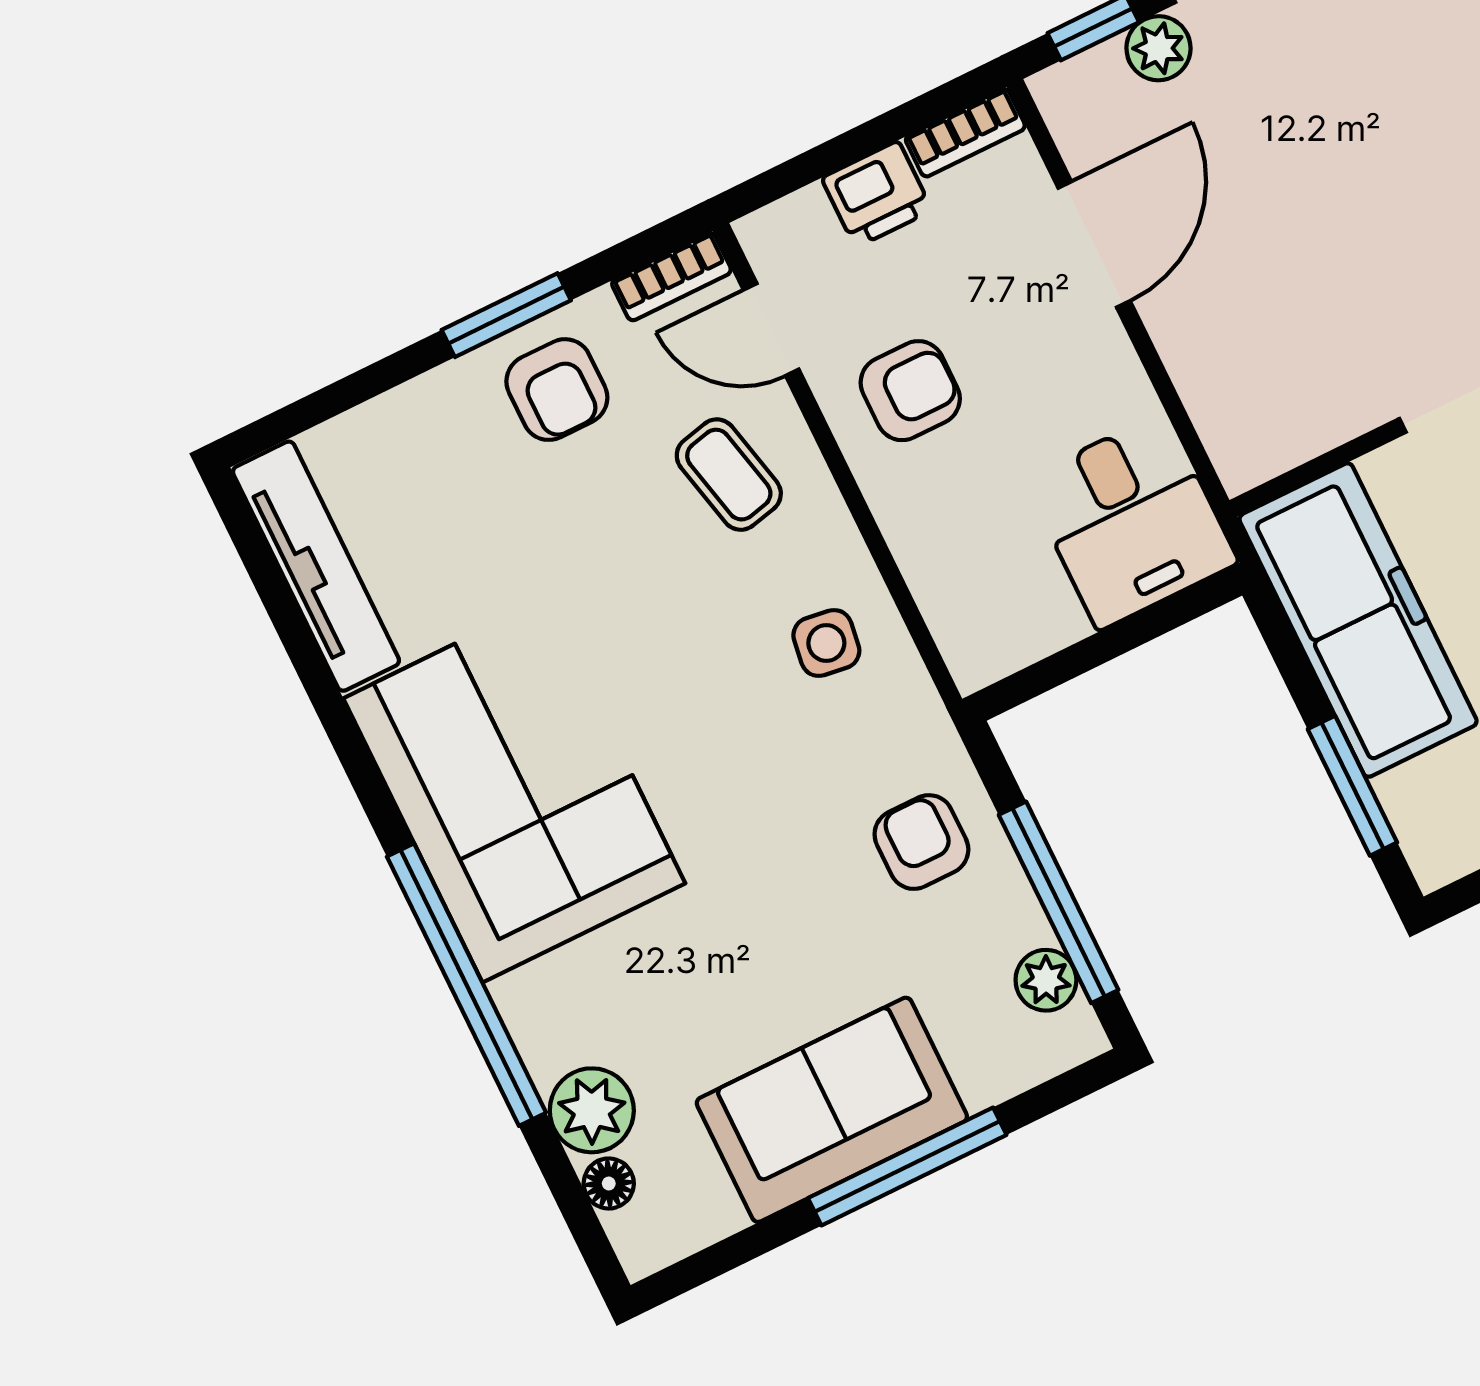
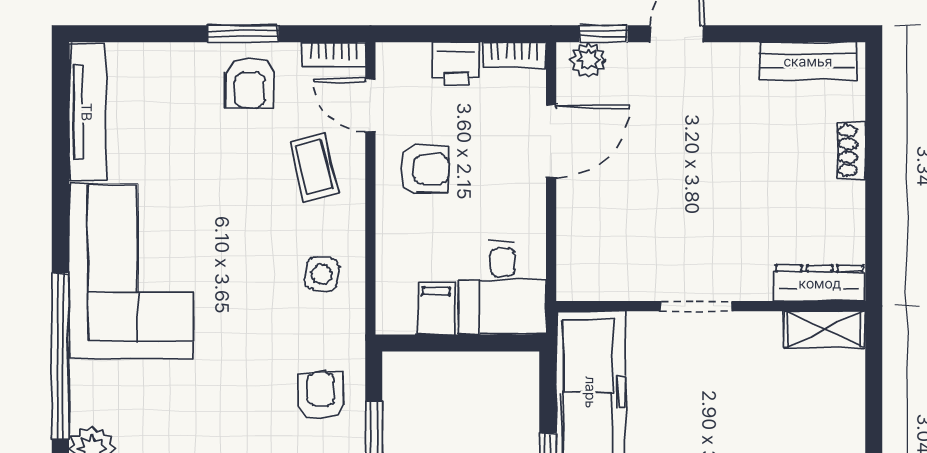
plant: (1159, 48) -> (588, 60), moved
filing cabinet: (1040, 609) -> (436, 309), added

